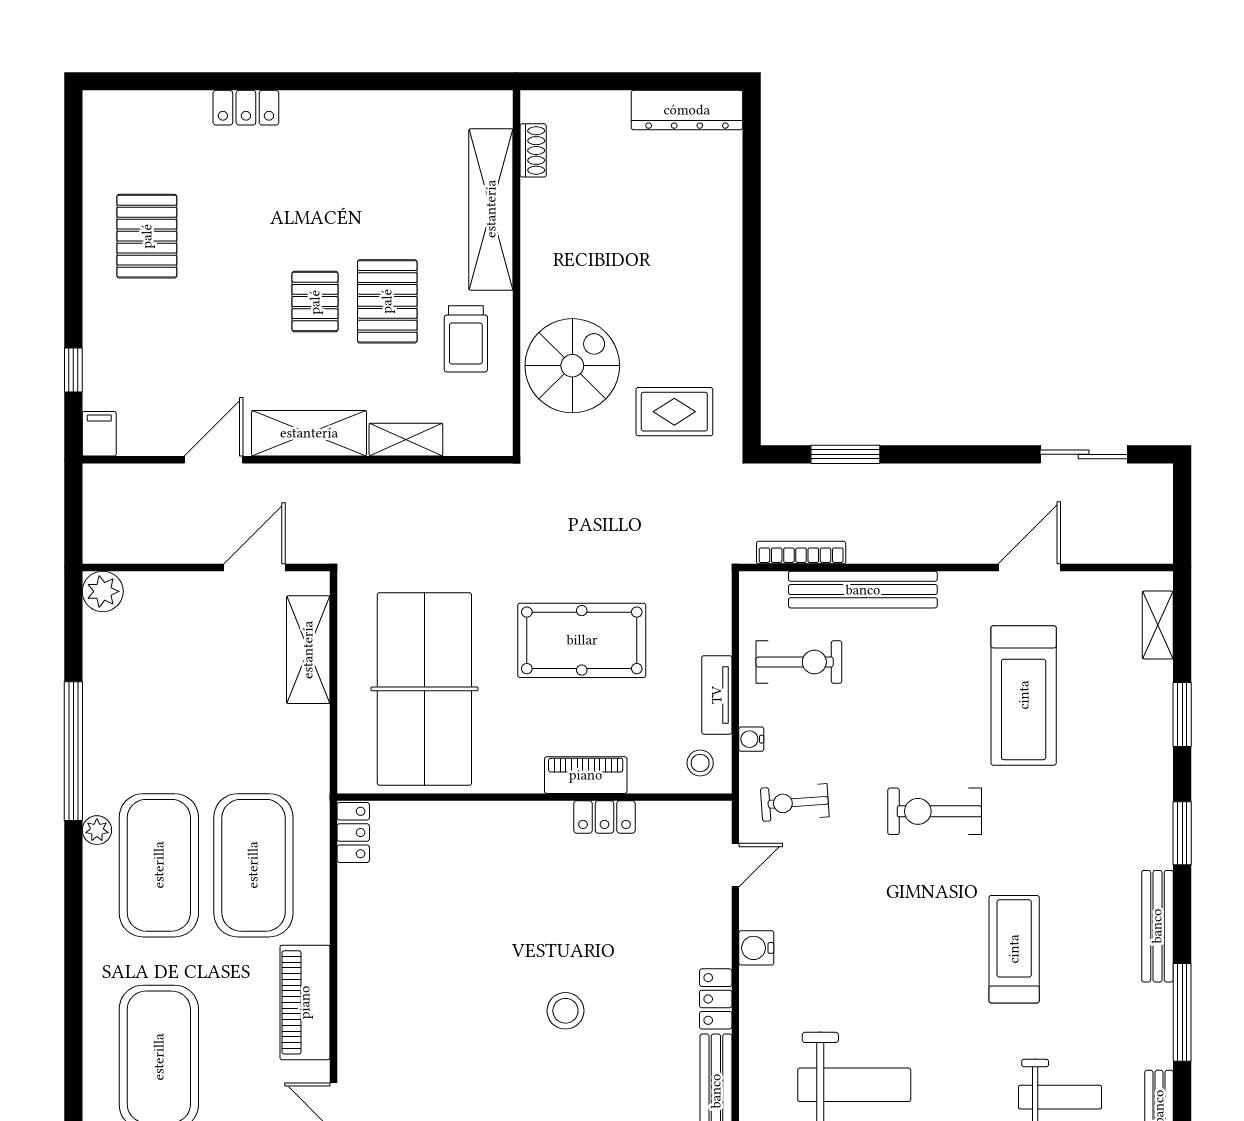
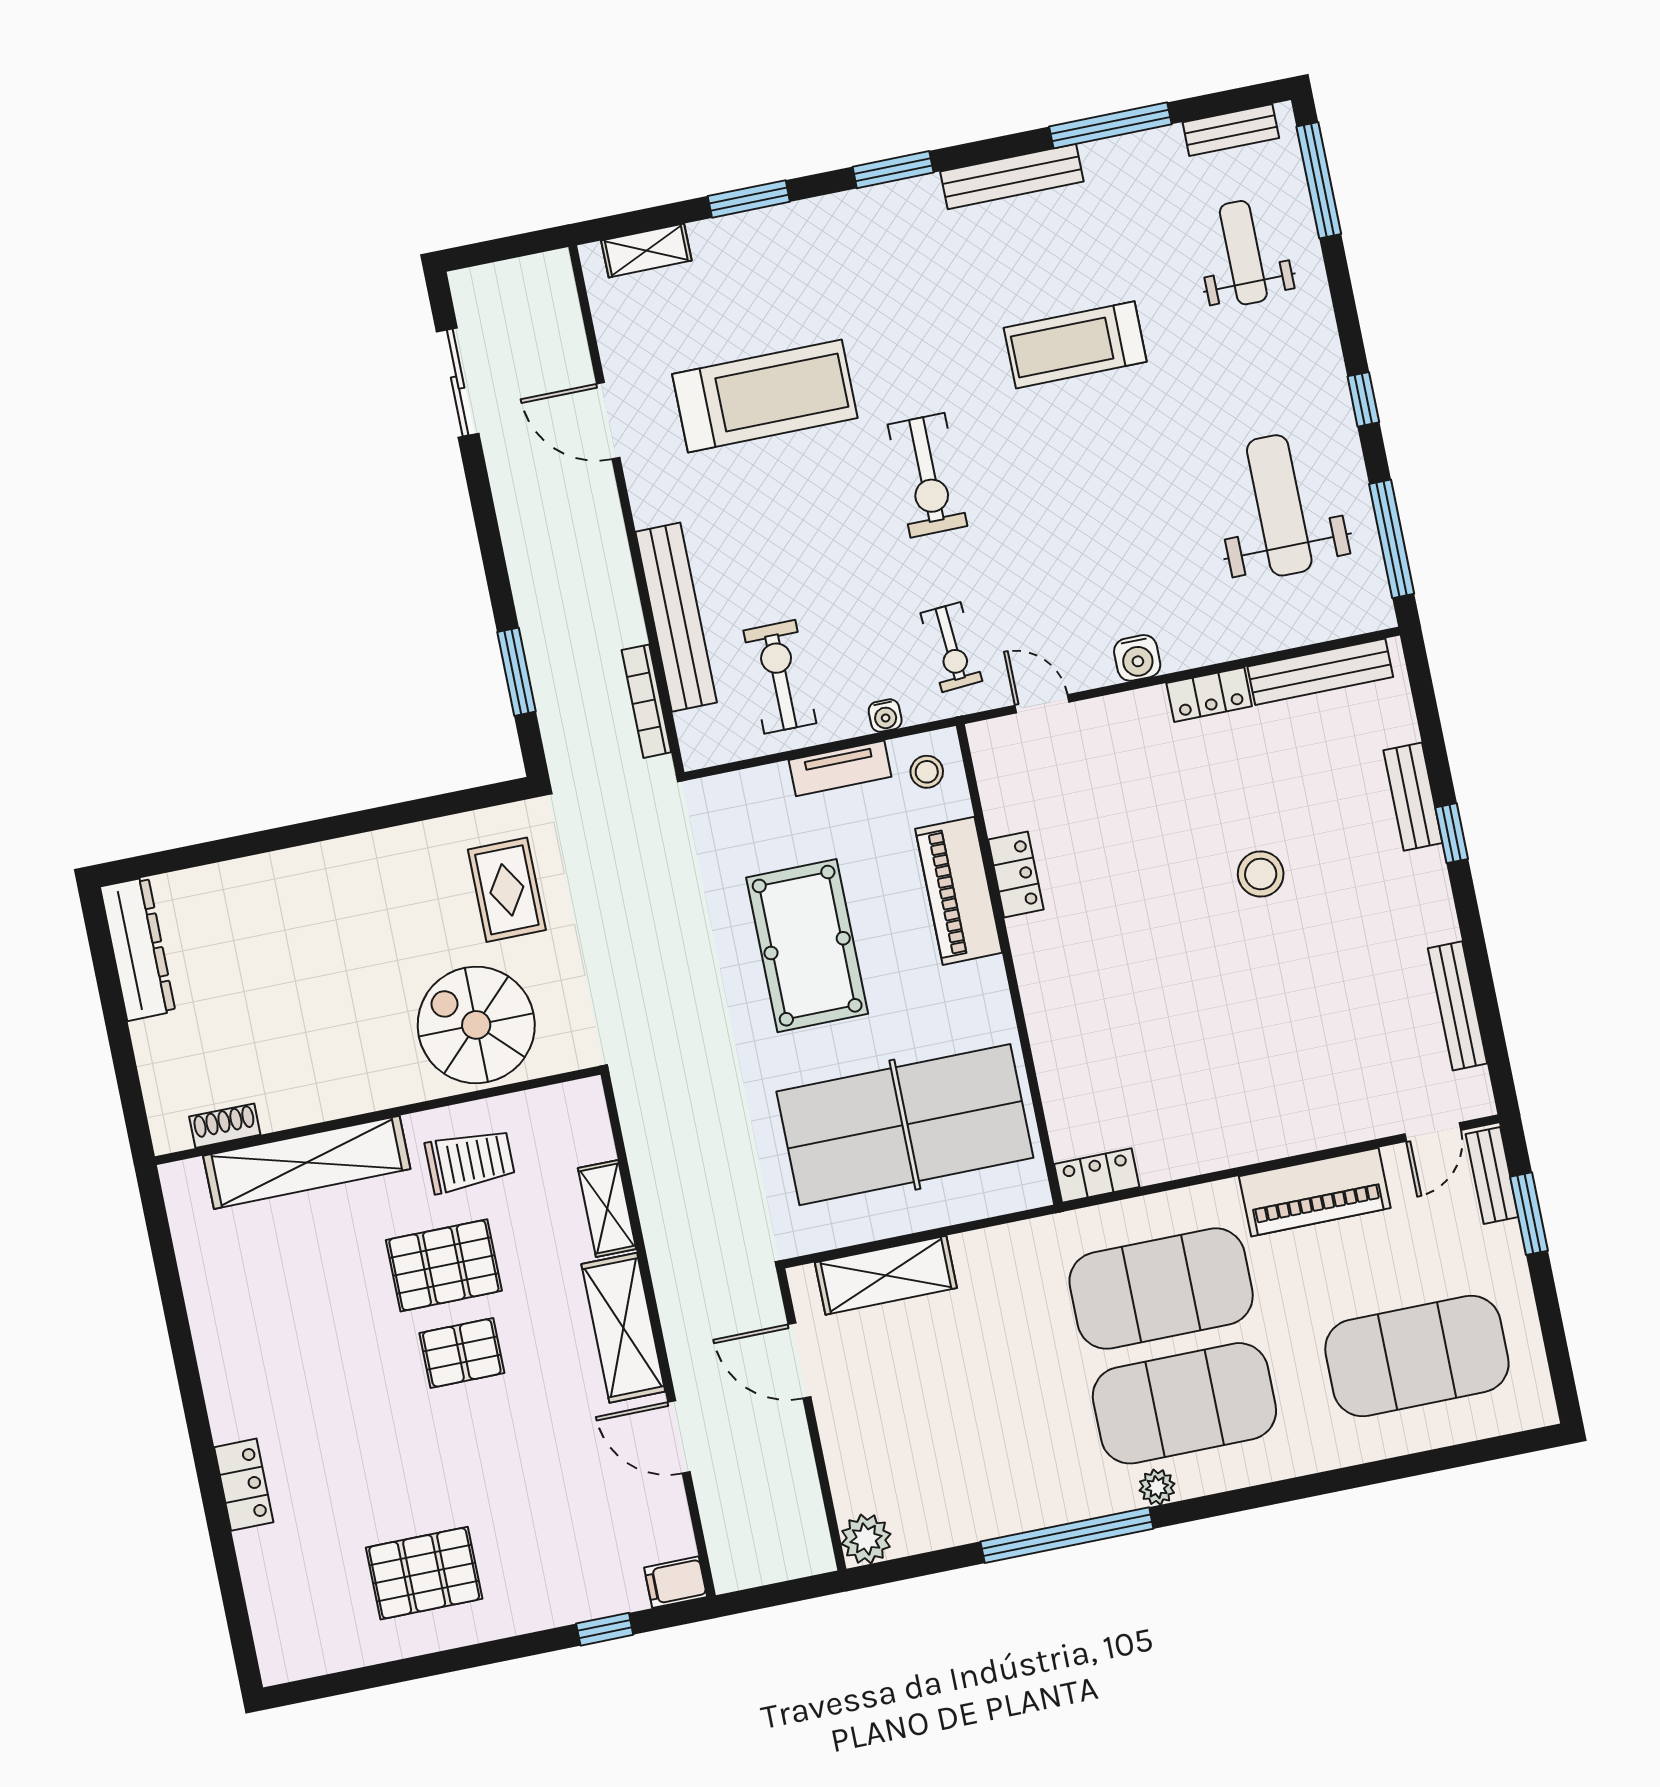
piano: (586, 775) -> (959, 891), width x1.37, depth x1.33

